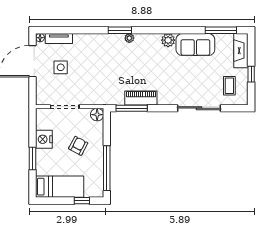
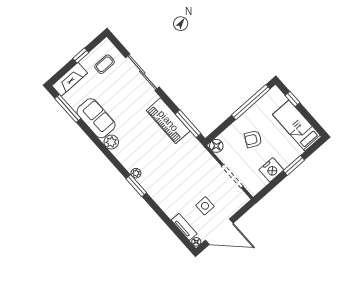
piano: (141, 98) -> (168, 121), width x1.37, depth x1.33

